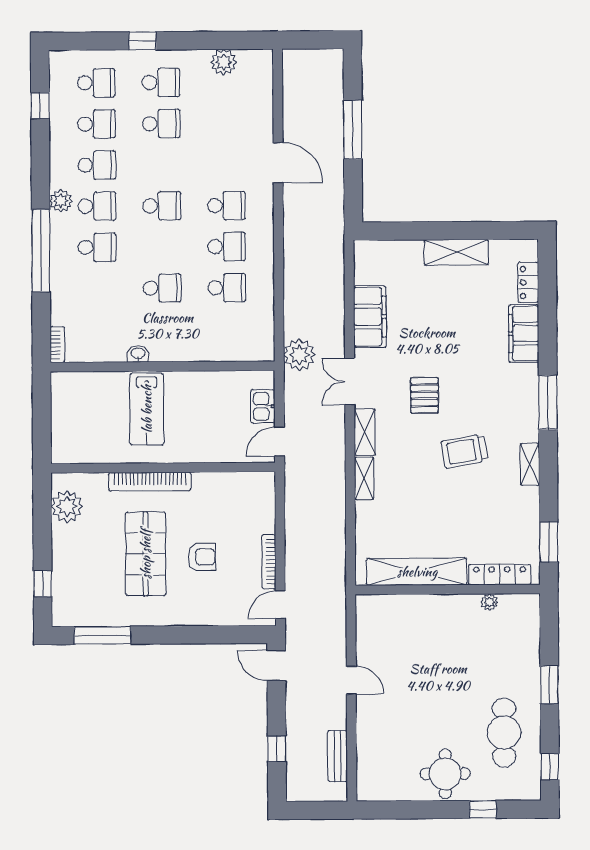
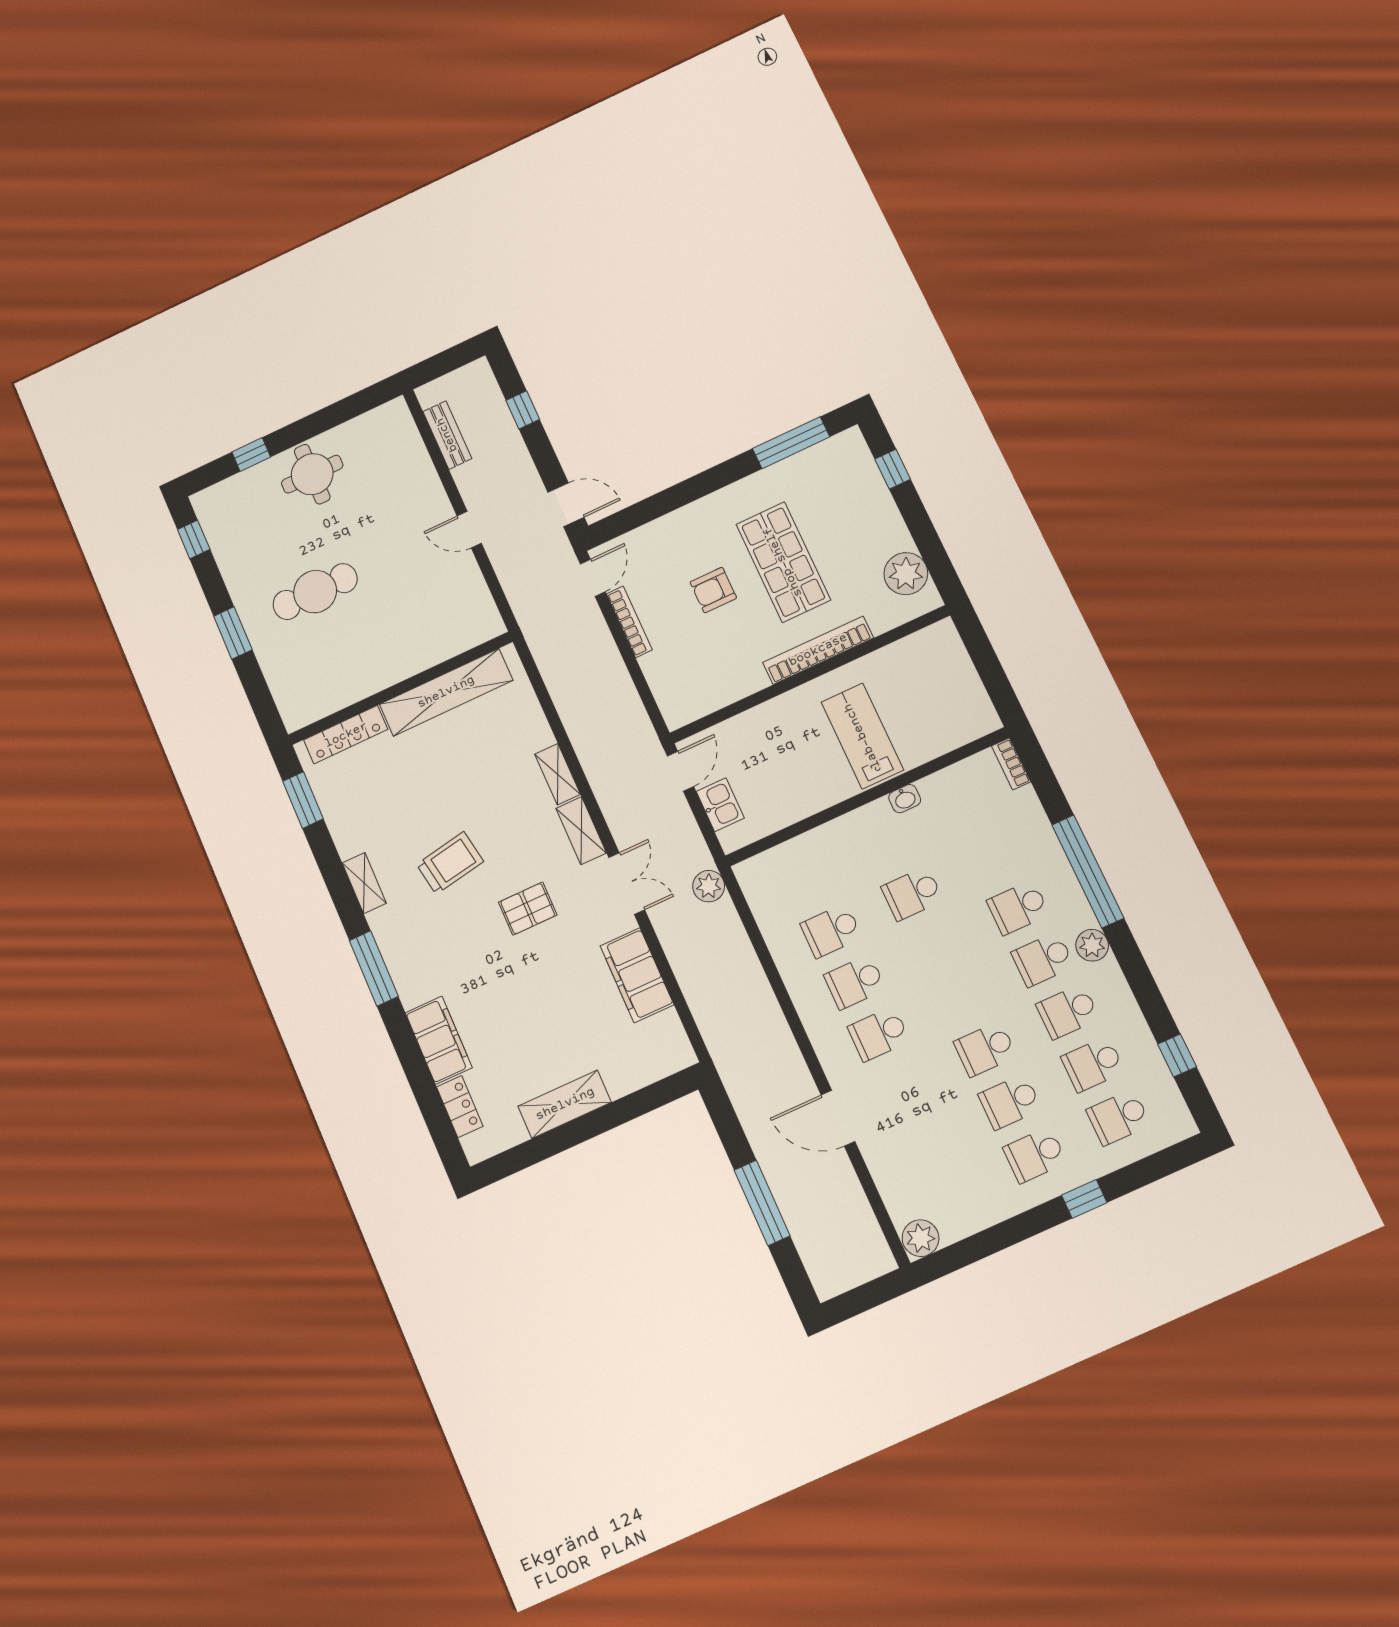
plant: (224, 62) -> (921, 1238), moved
school desk: (162, 206) -> (985, 1049), moved
plant: (299, 355) -> (709, 886), width x0.73, depth x0.73
pallet: (424, 395) -> (528, 909), turned 90
plant: (489, 602) -> (344, 697), removed
cafe table: (504, 732) -> (315, 592), moved, turned 90

